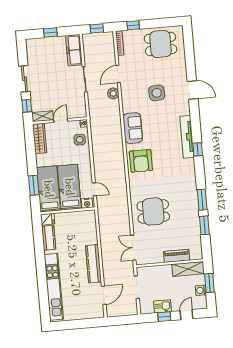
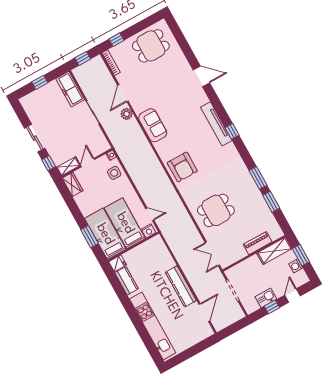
side table: (157, 93) -> (168, 95), removed
sofa: (133, 128) -> (153, 125), moved
wardrobe: (40, 138) -> (73, 184), width x0.67

